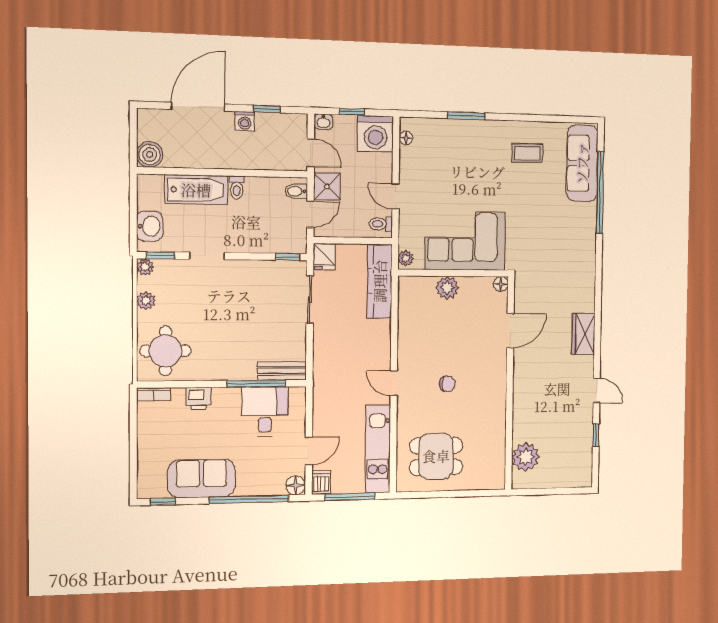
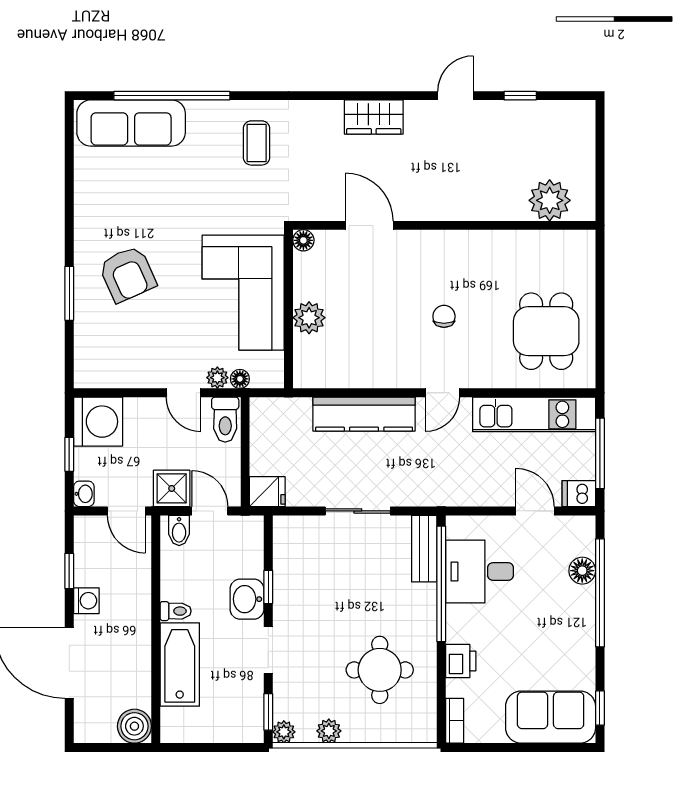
floor lamp: (406, 138) -> (240, 379), moved
door: (311, 153) -> (126, 511), swing flipped
coffee table: (527, 153) -> (257, 143), moved
armchair: (479, 158) -> (127, 274), added
door: (396, 197) -> (183, 393), hinge flipped
toilet: (381, 224) -> (225, 420), width x1.37, depth x1.39
washbasin: (150, 226) -> (247, 599), moved, turned -90
window: (288, 257) -> (268, 587), moved
plant: (406, 258) -> (217, 378), moved
kitchen counter: (380, 281) -> (364, 414), moved
sliding door: (310, 299) -> (358, 511), moved
round table: (165, 351) -> (380, 670), moved
window: (256, 384) -> (441, 584), width x1.46
sofa: (202, 478) -> (551, 717), moved, turned 90
floor lamp: (296, 485) -> (582, 571), moved

